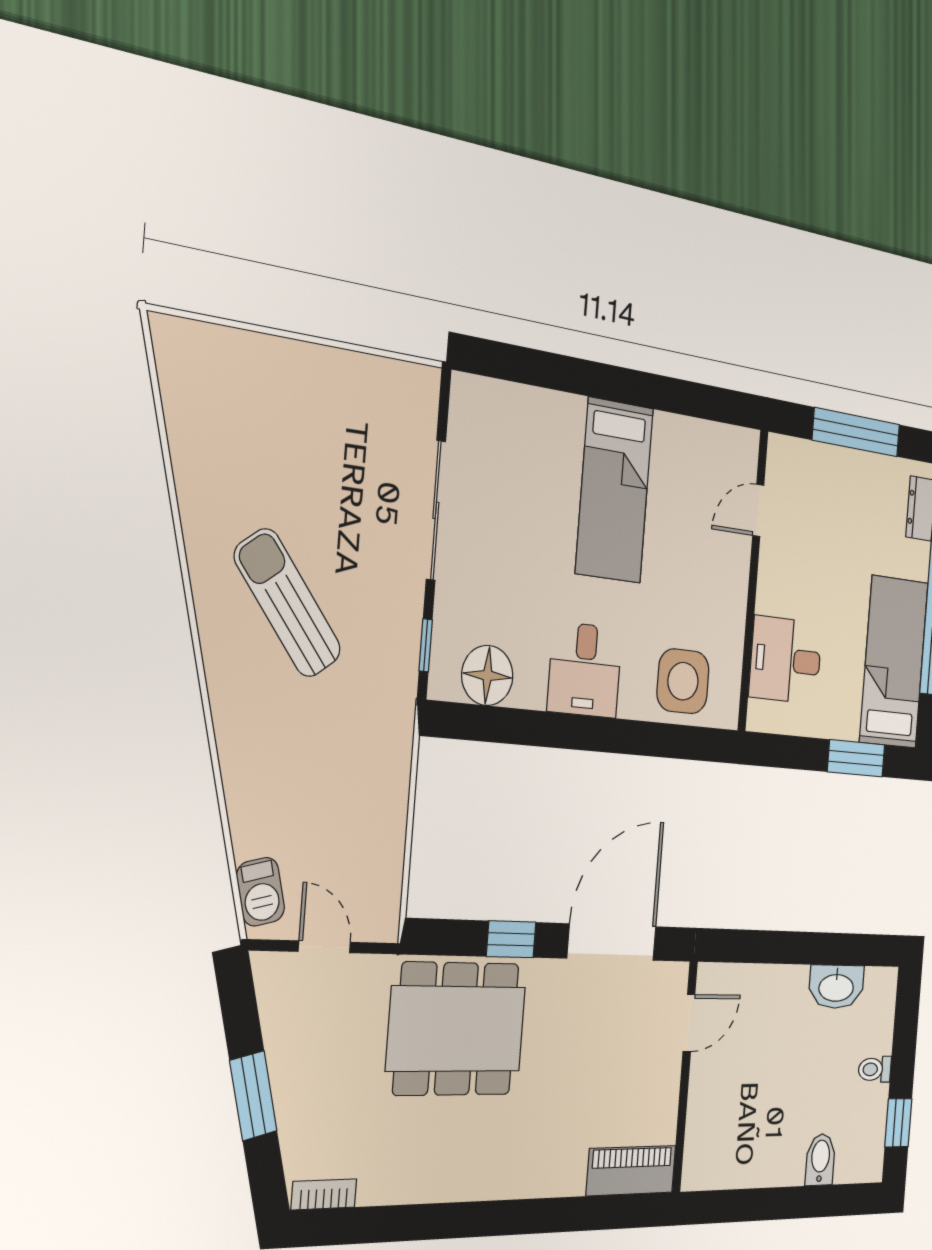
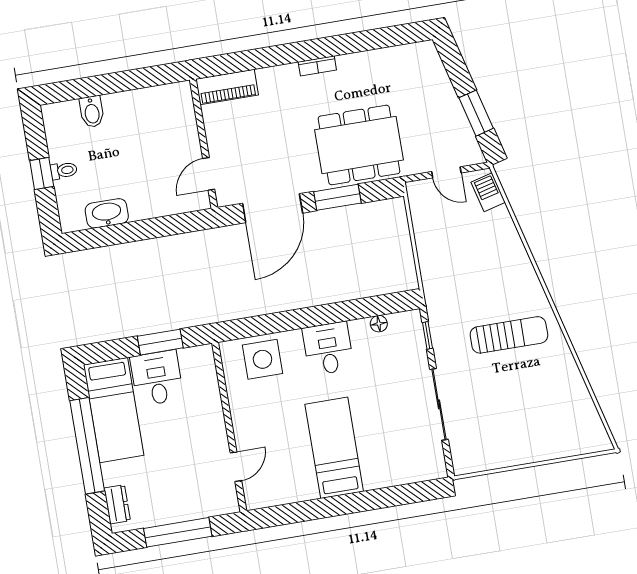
sun lounger: (288, 603) -> (509, 335), turned -52
desk: (786, 660) -> (157, 378), moved, turned -90
floor lamp: (487, 675) -> (379, 324), width x0.53, depth x0.53
window: (856, 758) -> (160, 342), moved
window: (511, 939) -> (337, 197), width x1.50
window: (253, 1096) -> (476, 113), moved
window: (898, 1123) -> (42, 173), moved
bookcase: (324, 1194) -> (317, 66), moved

